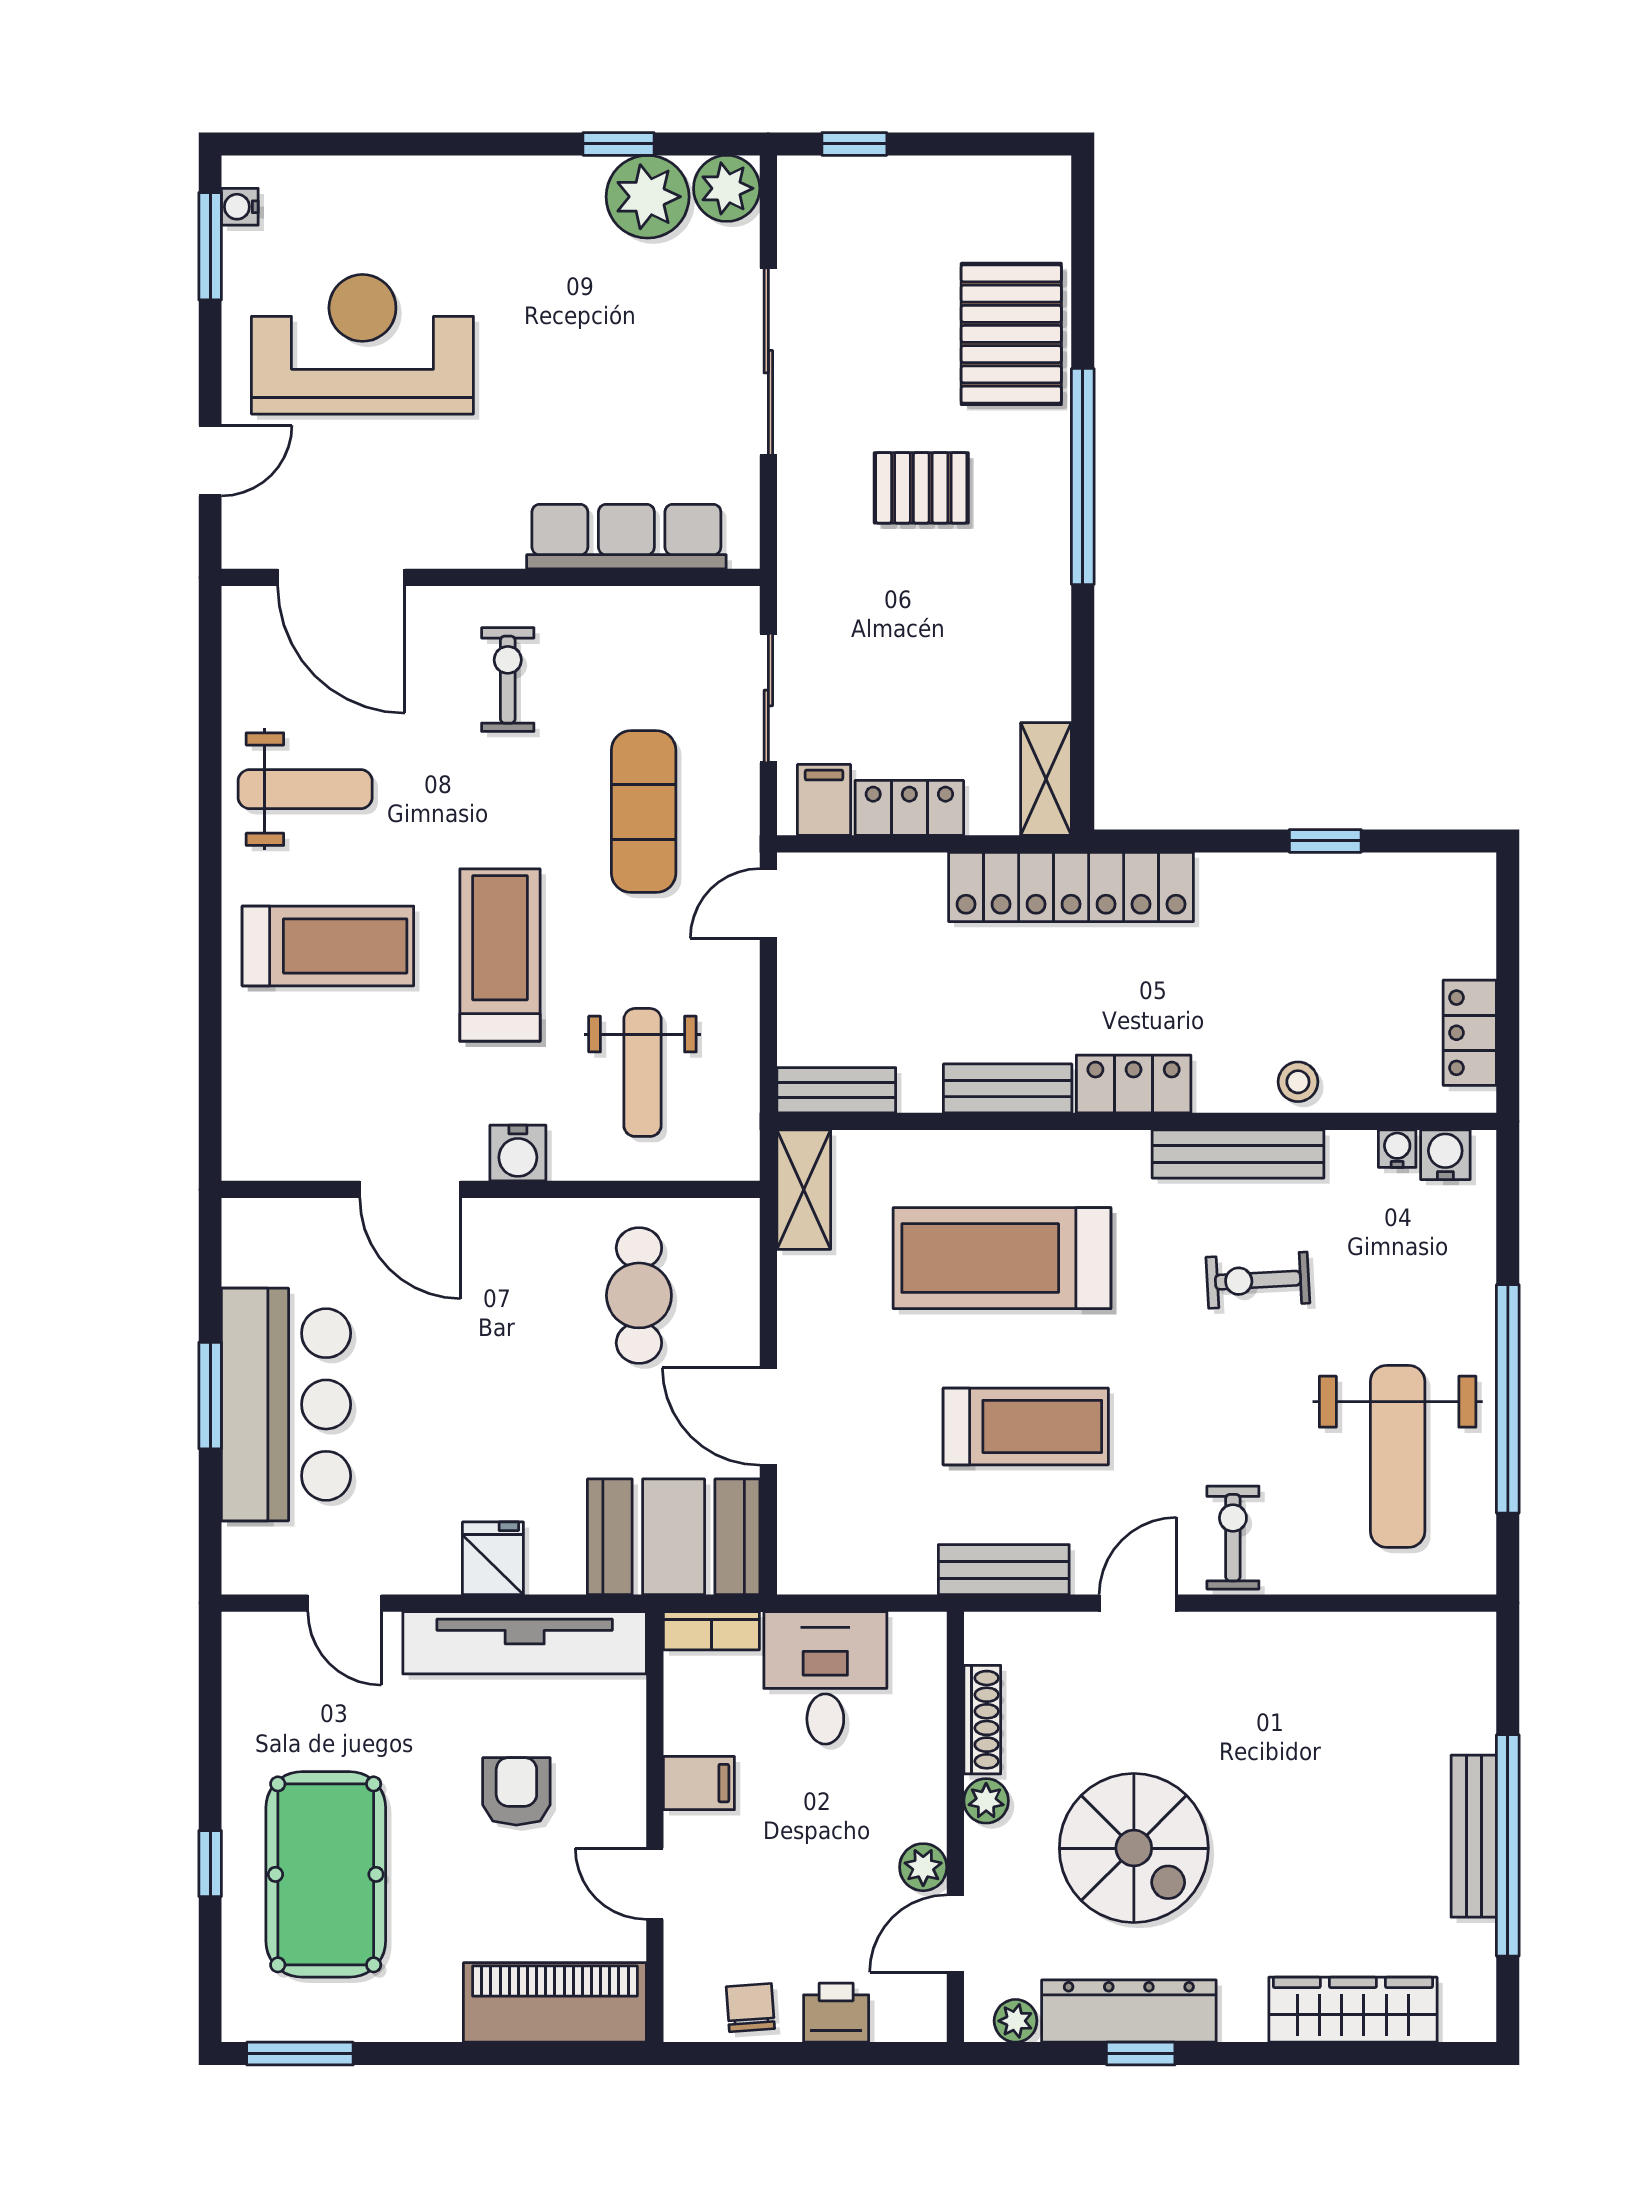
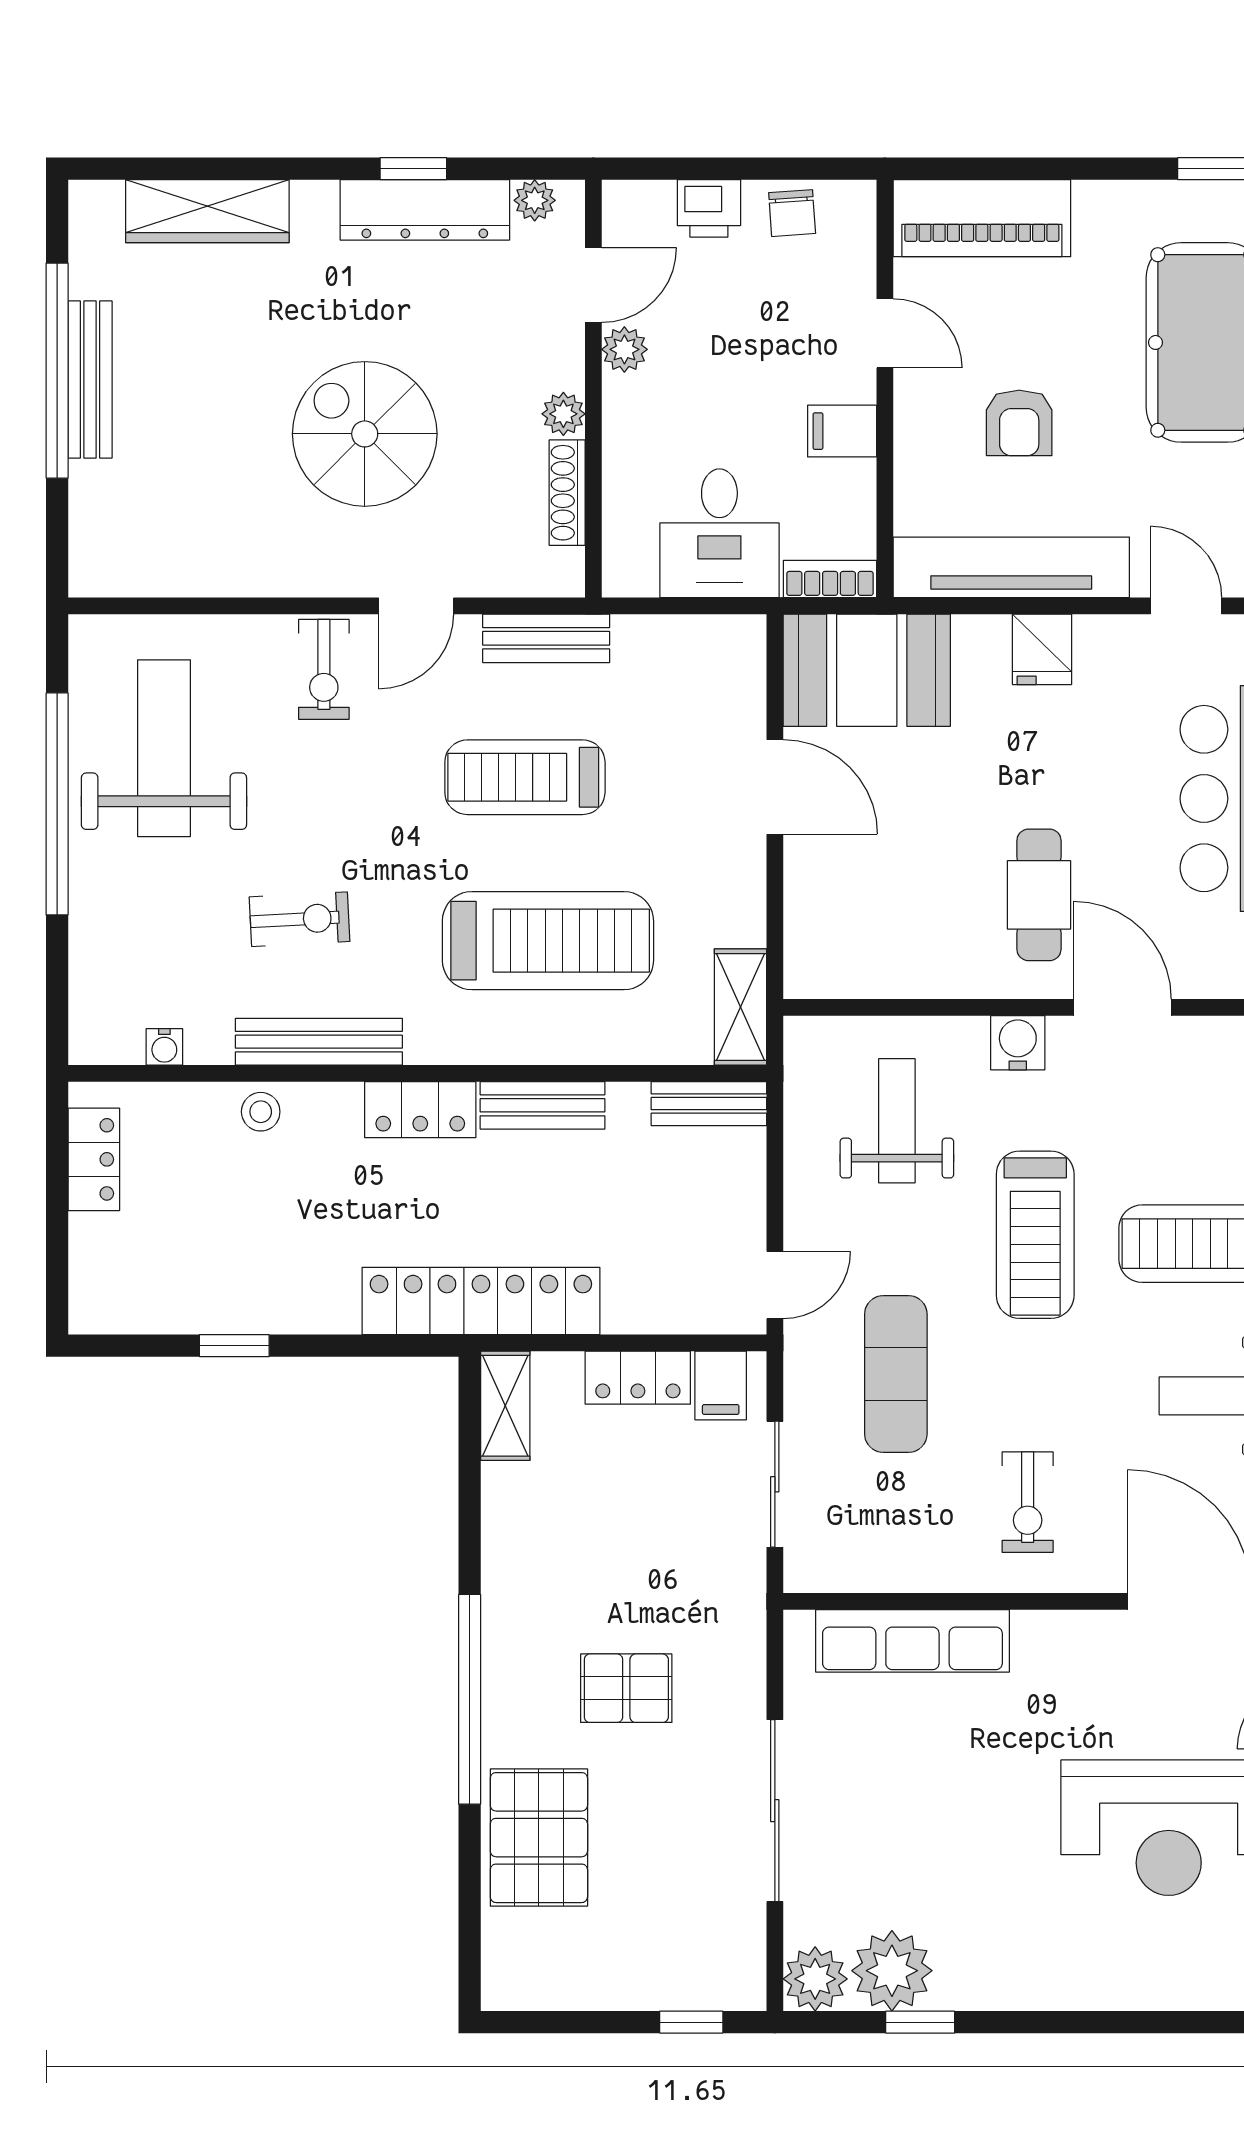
water cooler: (1445, 1155) -> (118, 1041), removed
cafe table: (639, 1295) -> (1039, 895), moved
spiral stairs: (1134, 1848) -> (365, 434), moved

